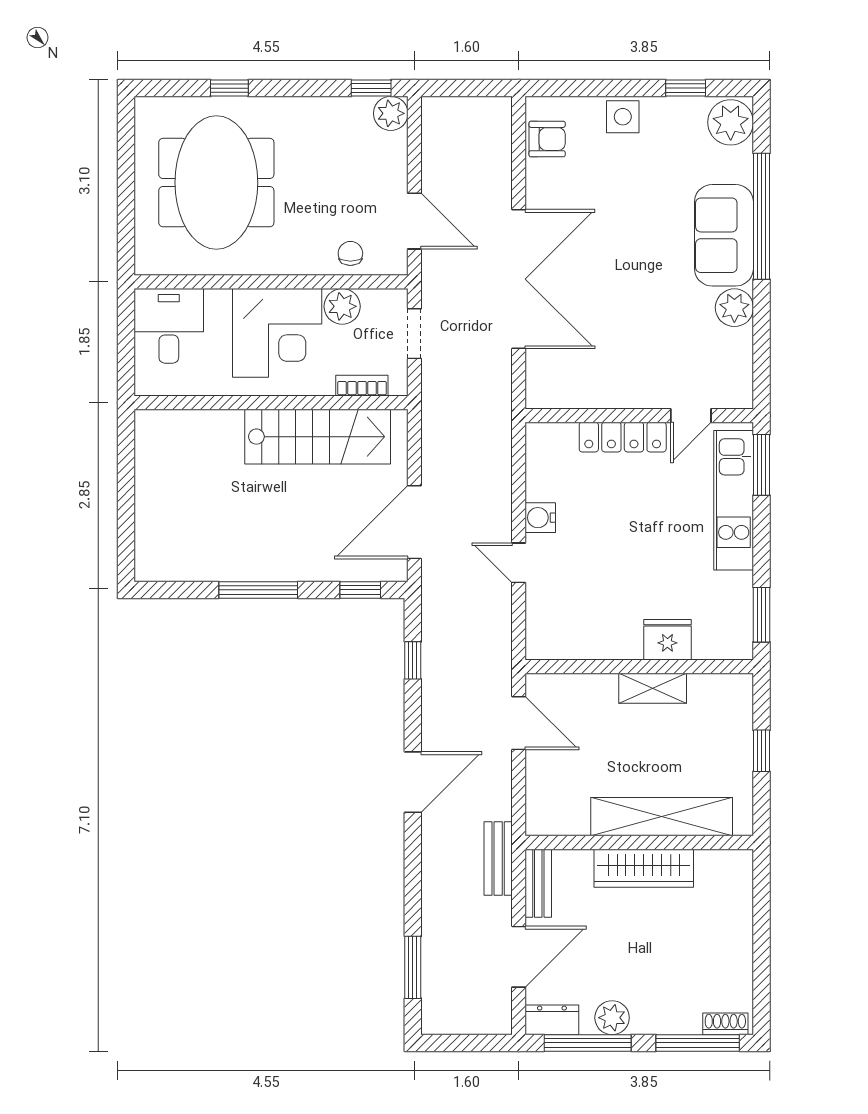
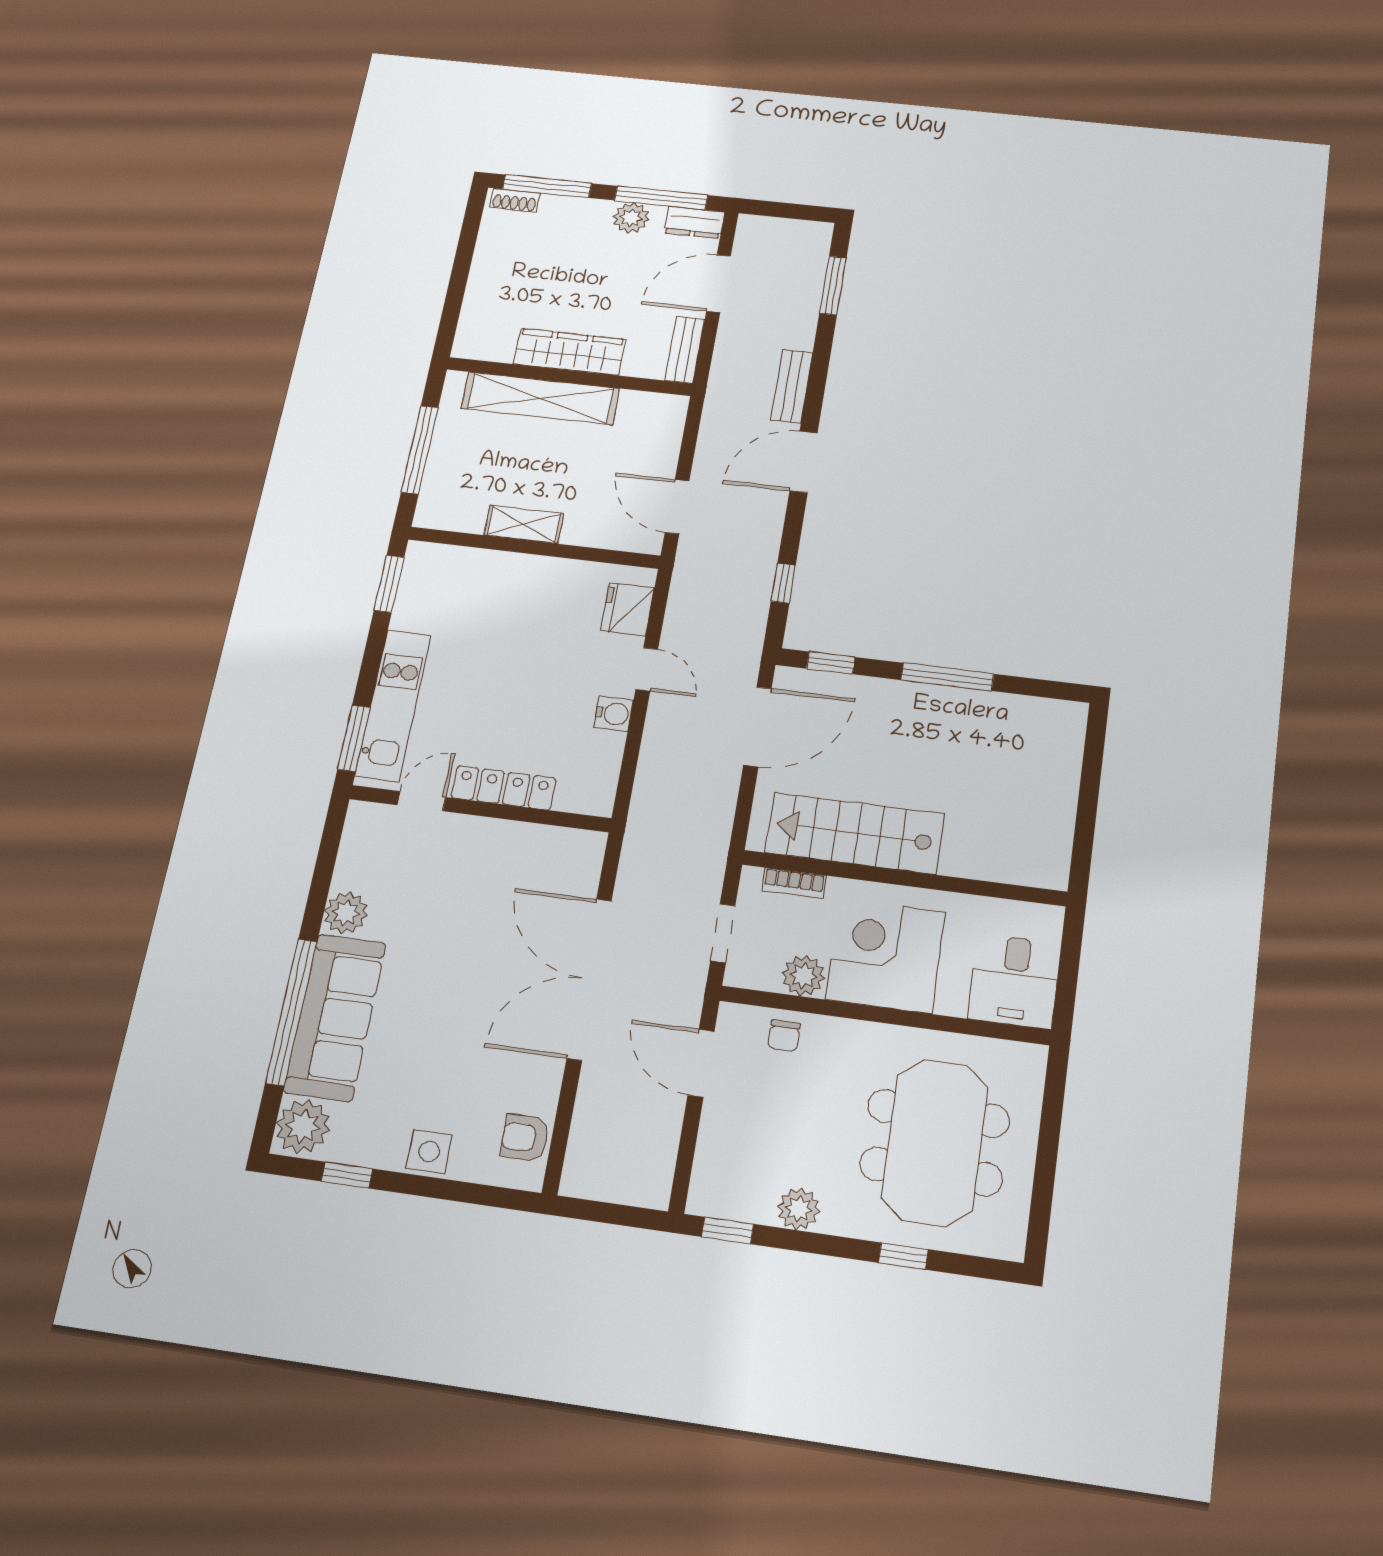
plant: (391, 113) -> (799, 1209), moved
sofa: (724, 235) -> (335, 1017), width x1.36
fridge: (667, 640) -> (627, 609), moved, turned 90
window: (761, 751) -> (420, 450), width x2.17
bench: (498, 859) -> (792, 386), moved

